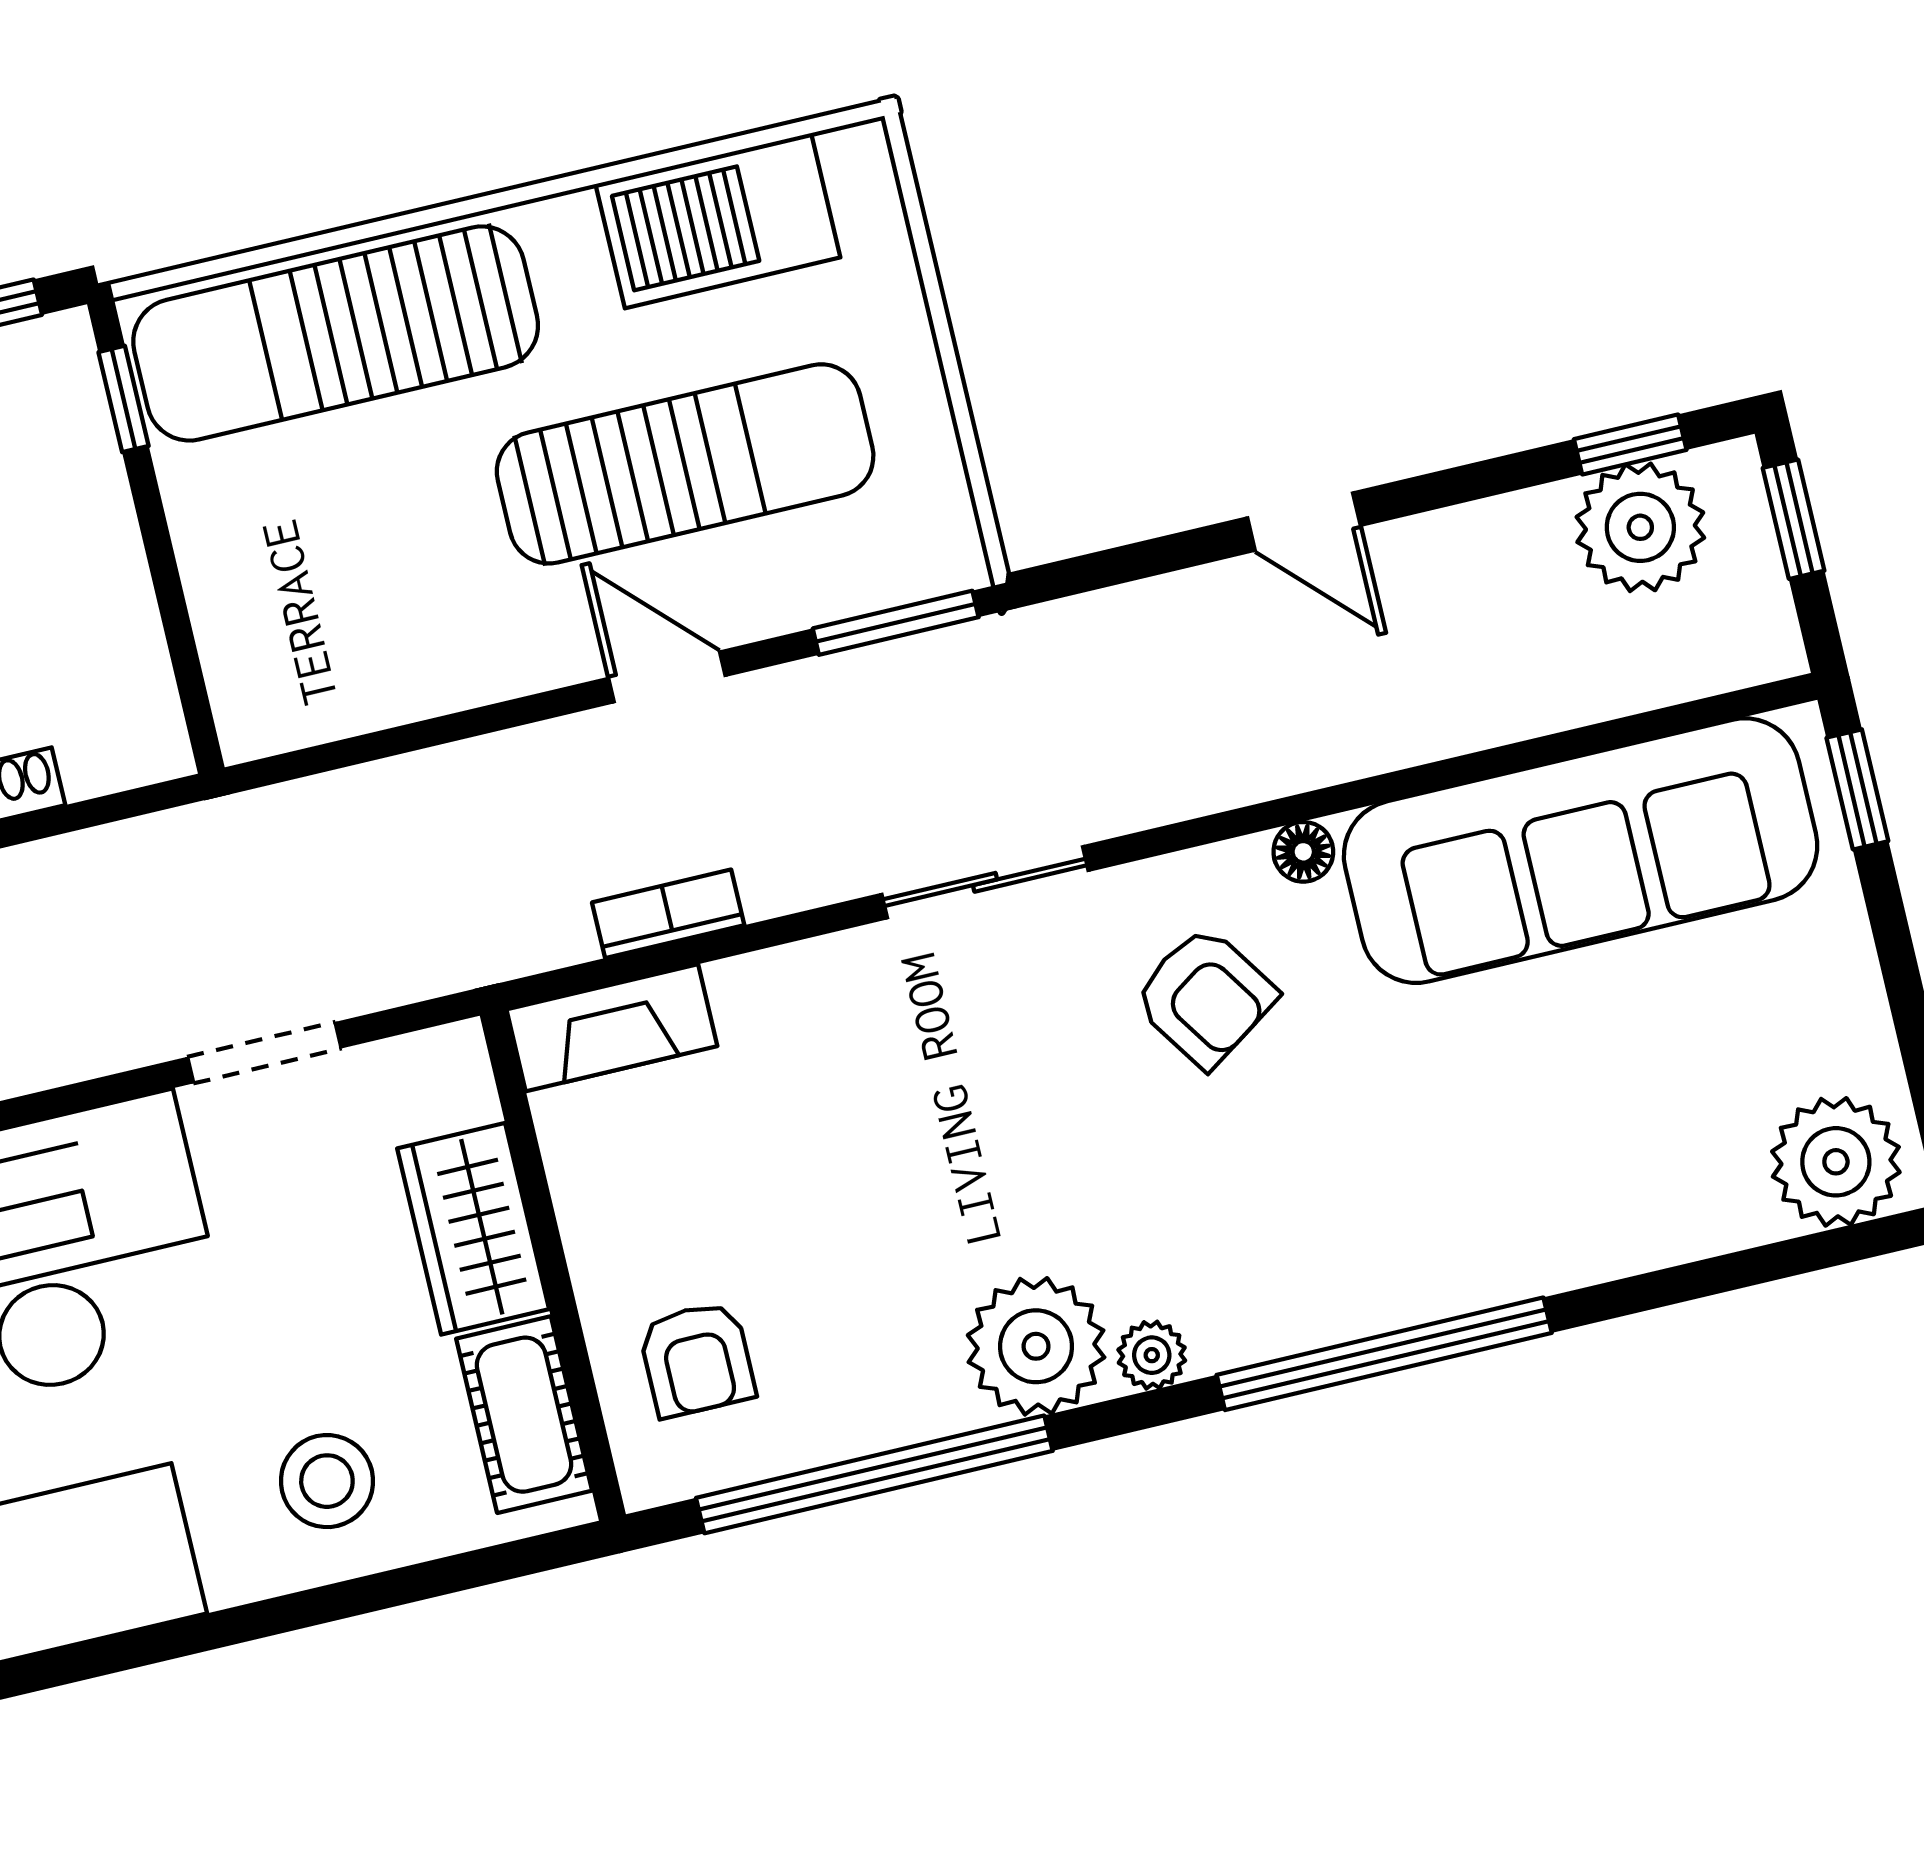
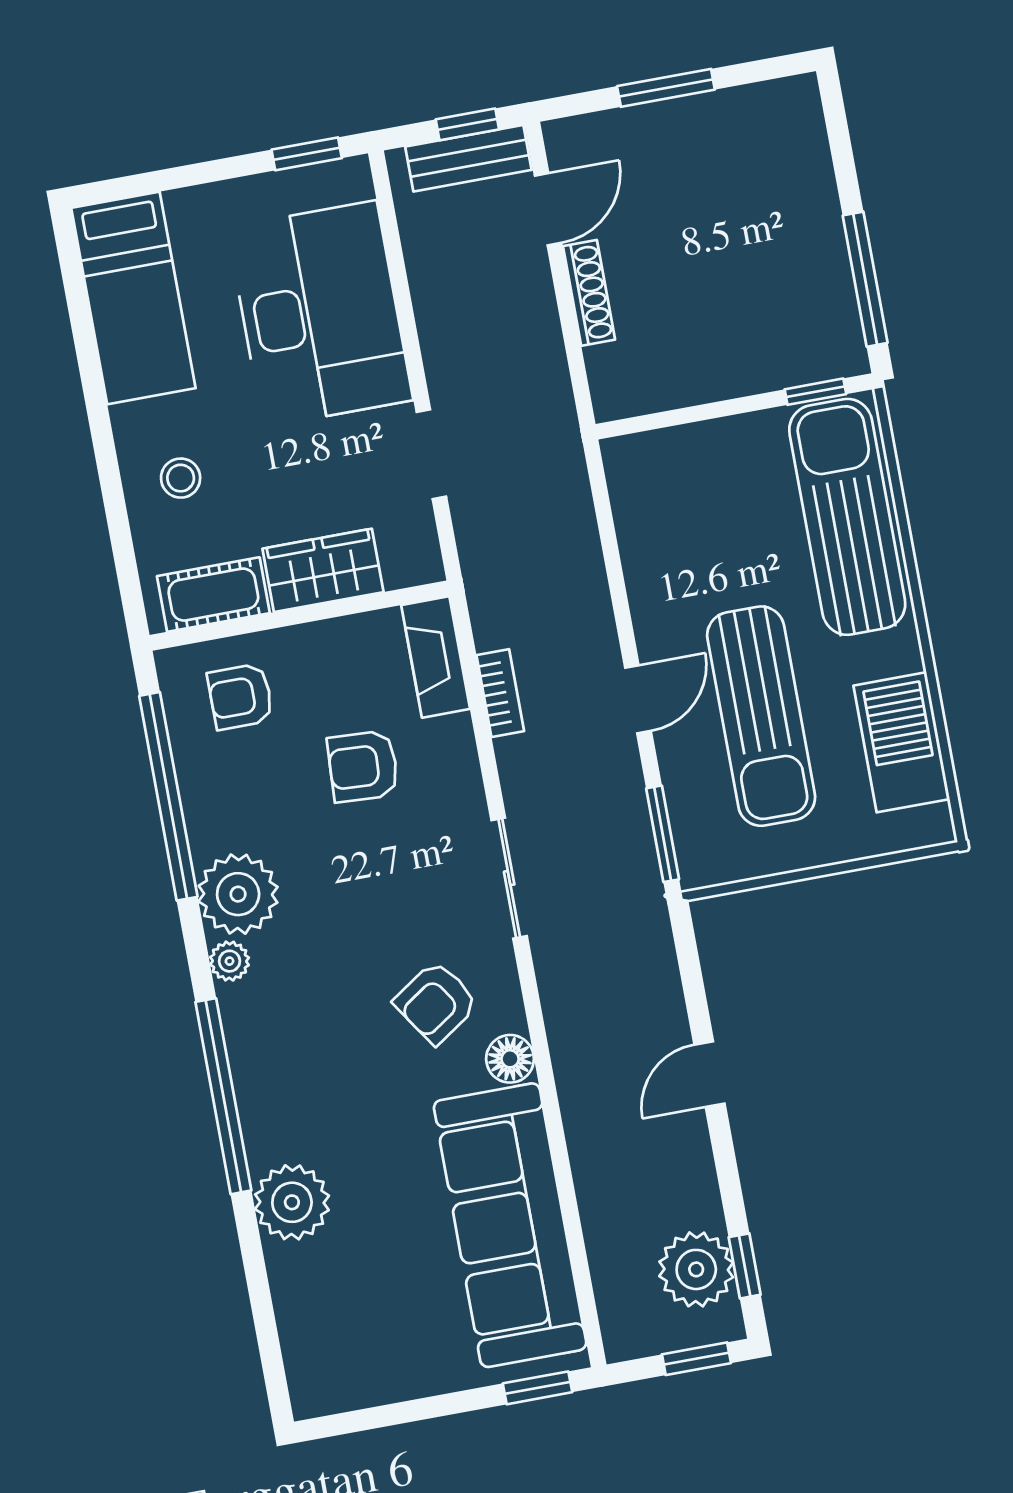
floor lamp: (1303, 852) -> (510, 1059), width x1.37, depth x1.37
armchair: (806, 1143) -> (363, 766), added
plant: (1836, 1162) -> (292, 1202), moved
stool: (327, 1481) -> (181, 478), width x0.73, depth x0.73

